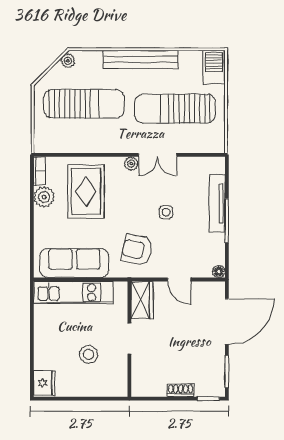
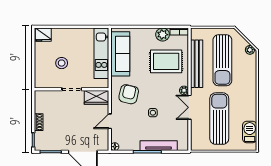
bench: (140, 59) -> (197, 64), moved
barbecue: (214, 67) -> (250, 132), moved, turned -90

